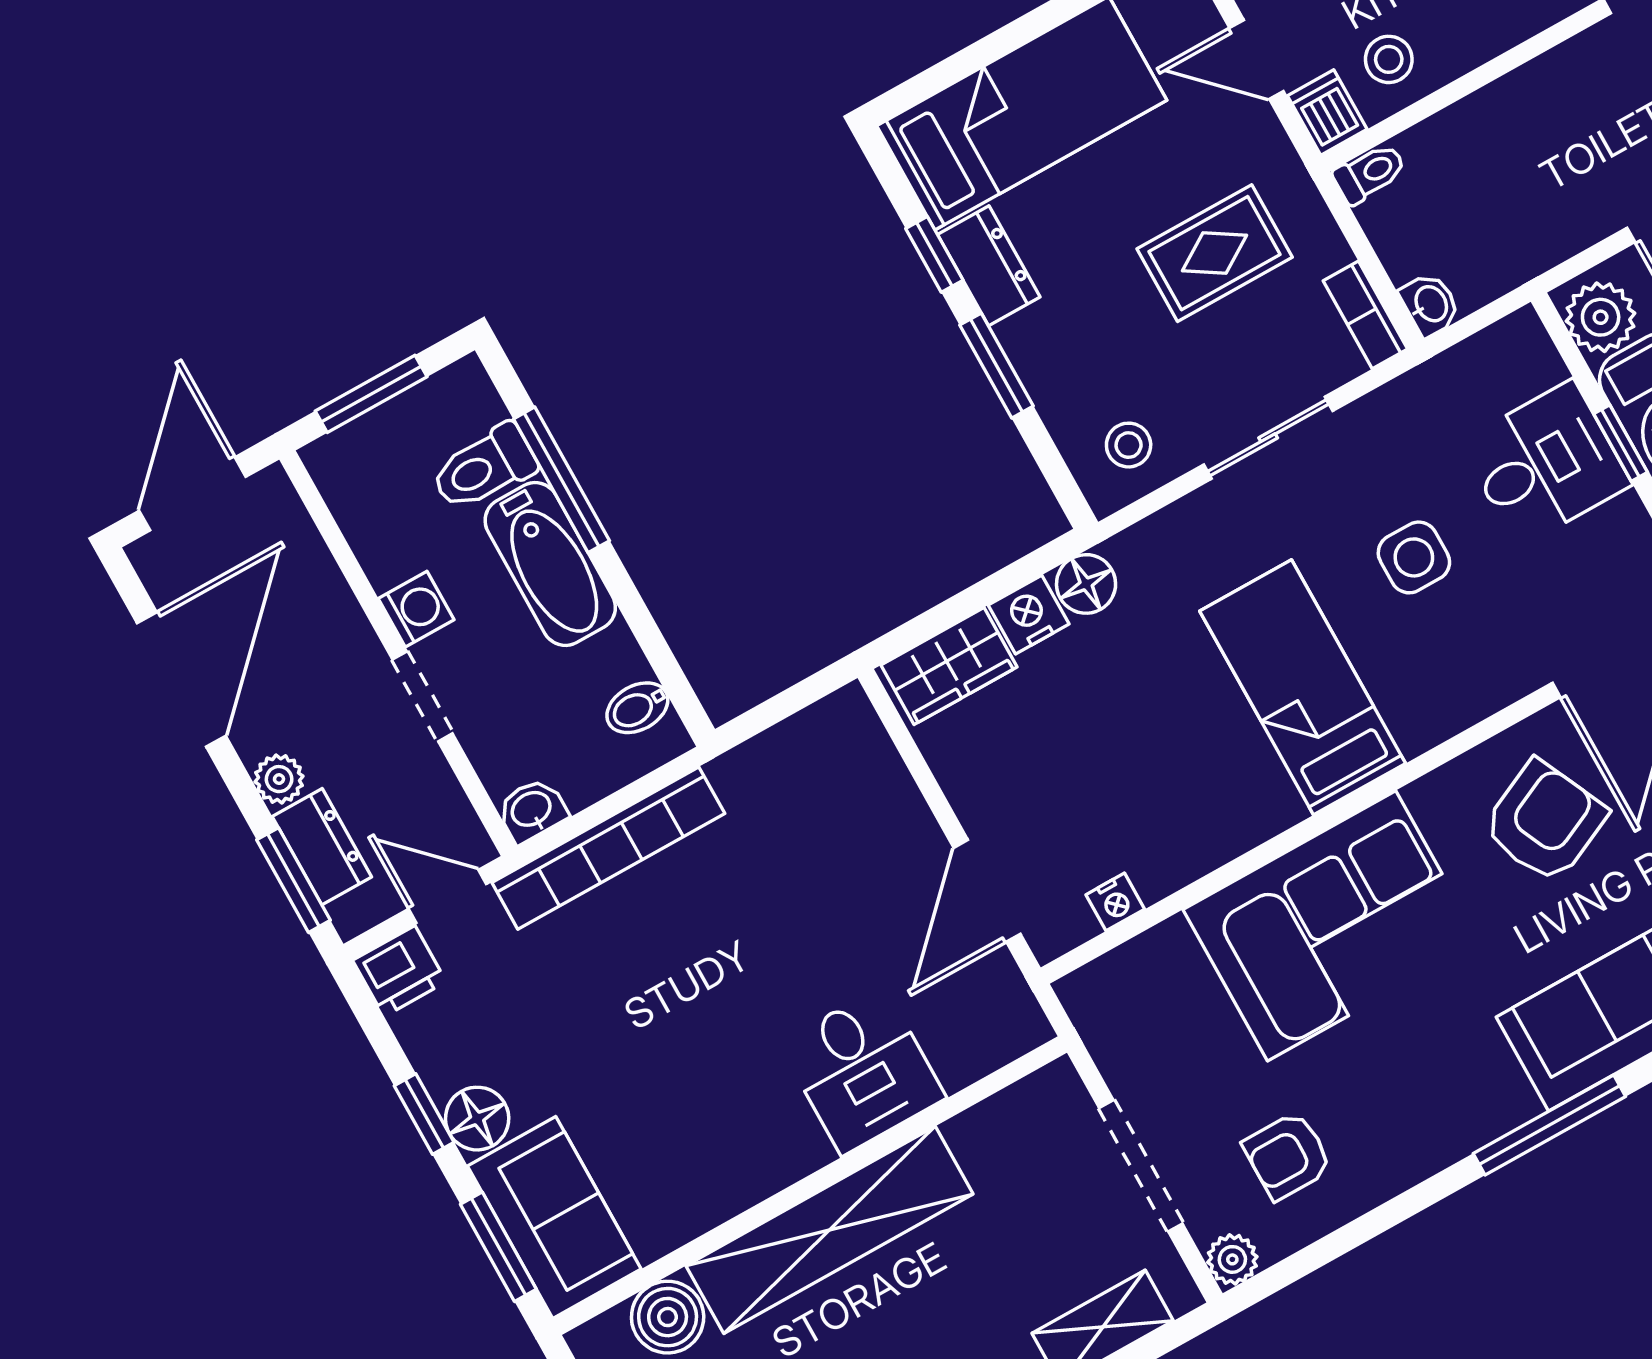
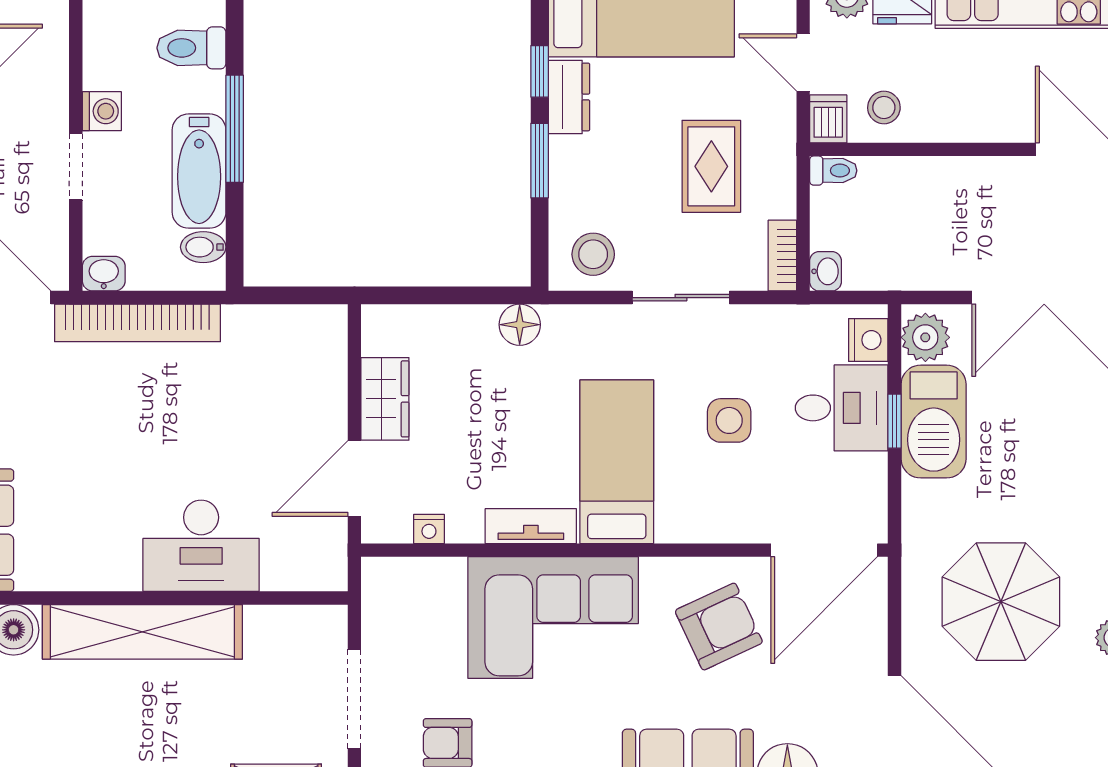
rug: (1215, 253) -> (711, 166), turned 90
stool: (1129, 445) -> (593, 254), width x1.37, depth x1.37
window: (561, 480) -> (235, 129), moved
bathtub: (550, 564) -> (199, 171), moved
nightstand: (1029, 615) -> (868, 340), moved, turned 90
wardrobe: (949, 666) -> (385, 399), moved, turned -90
tv unit: (1240, 827) -> (531, 526), added
desk: (863, 1071) -> (201, 546), width x1.37

